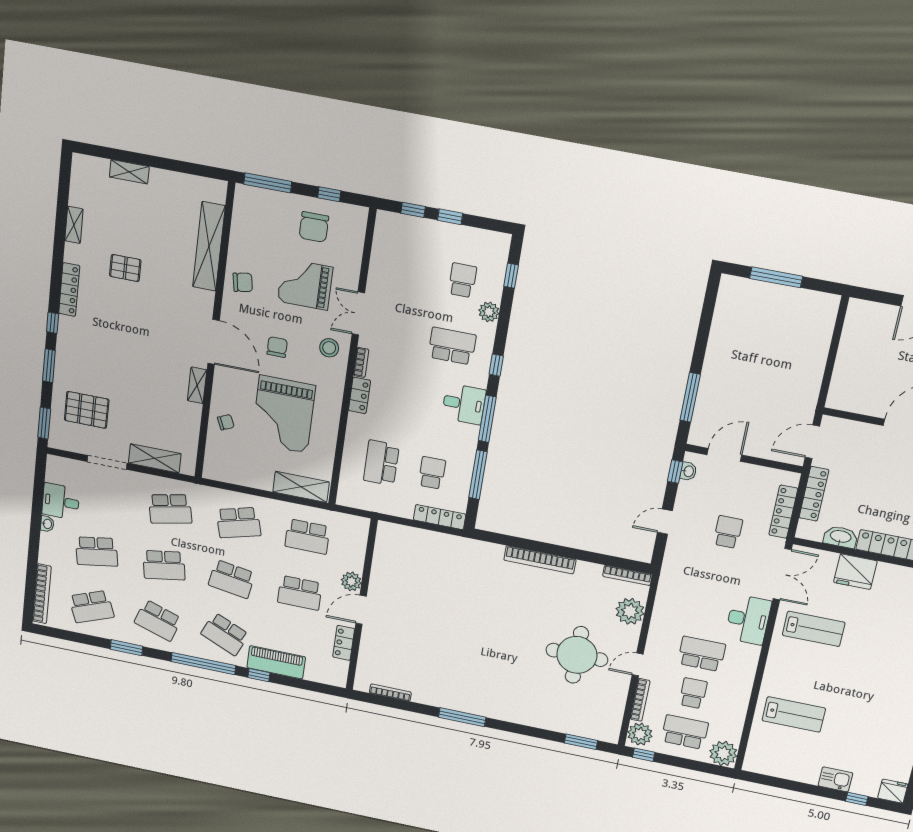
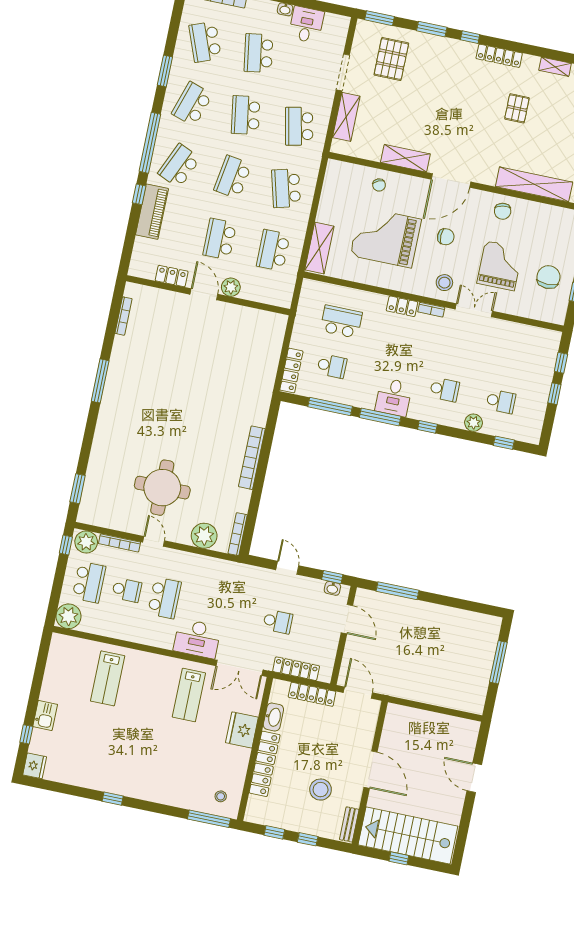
chair: (314, 227) -> (548, 277), turned 90
school desk: (452, 346) -> (445, 390), width x0.54
shelving: (197, 385) -> (405, 158), width x1.50, depth x1.33

